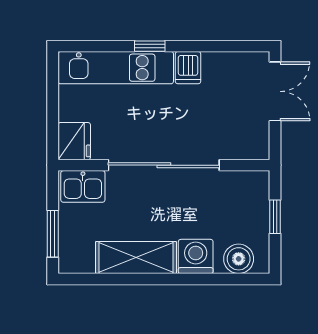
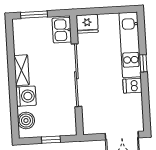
shelving: (136, 258) -> (22, 70), width x0.67, depth x0.75

